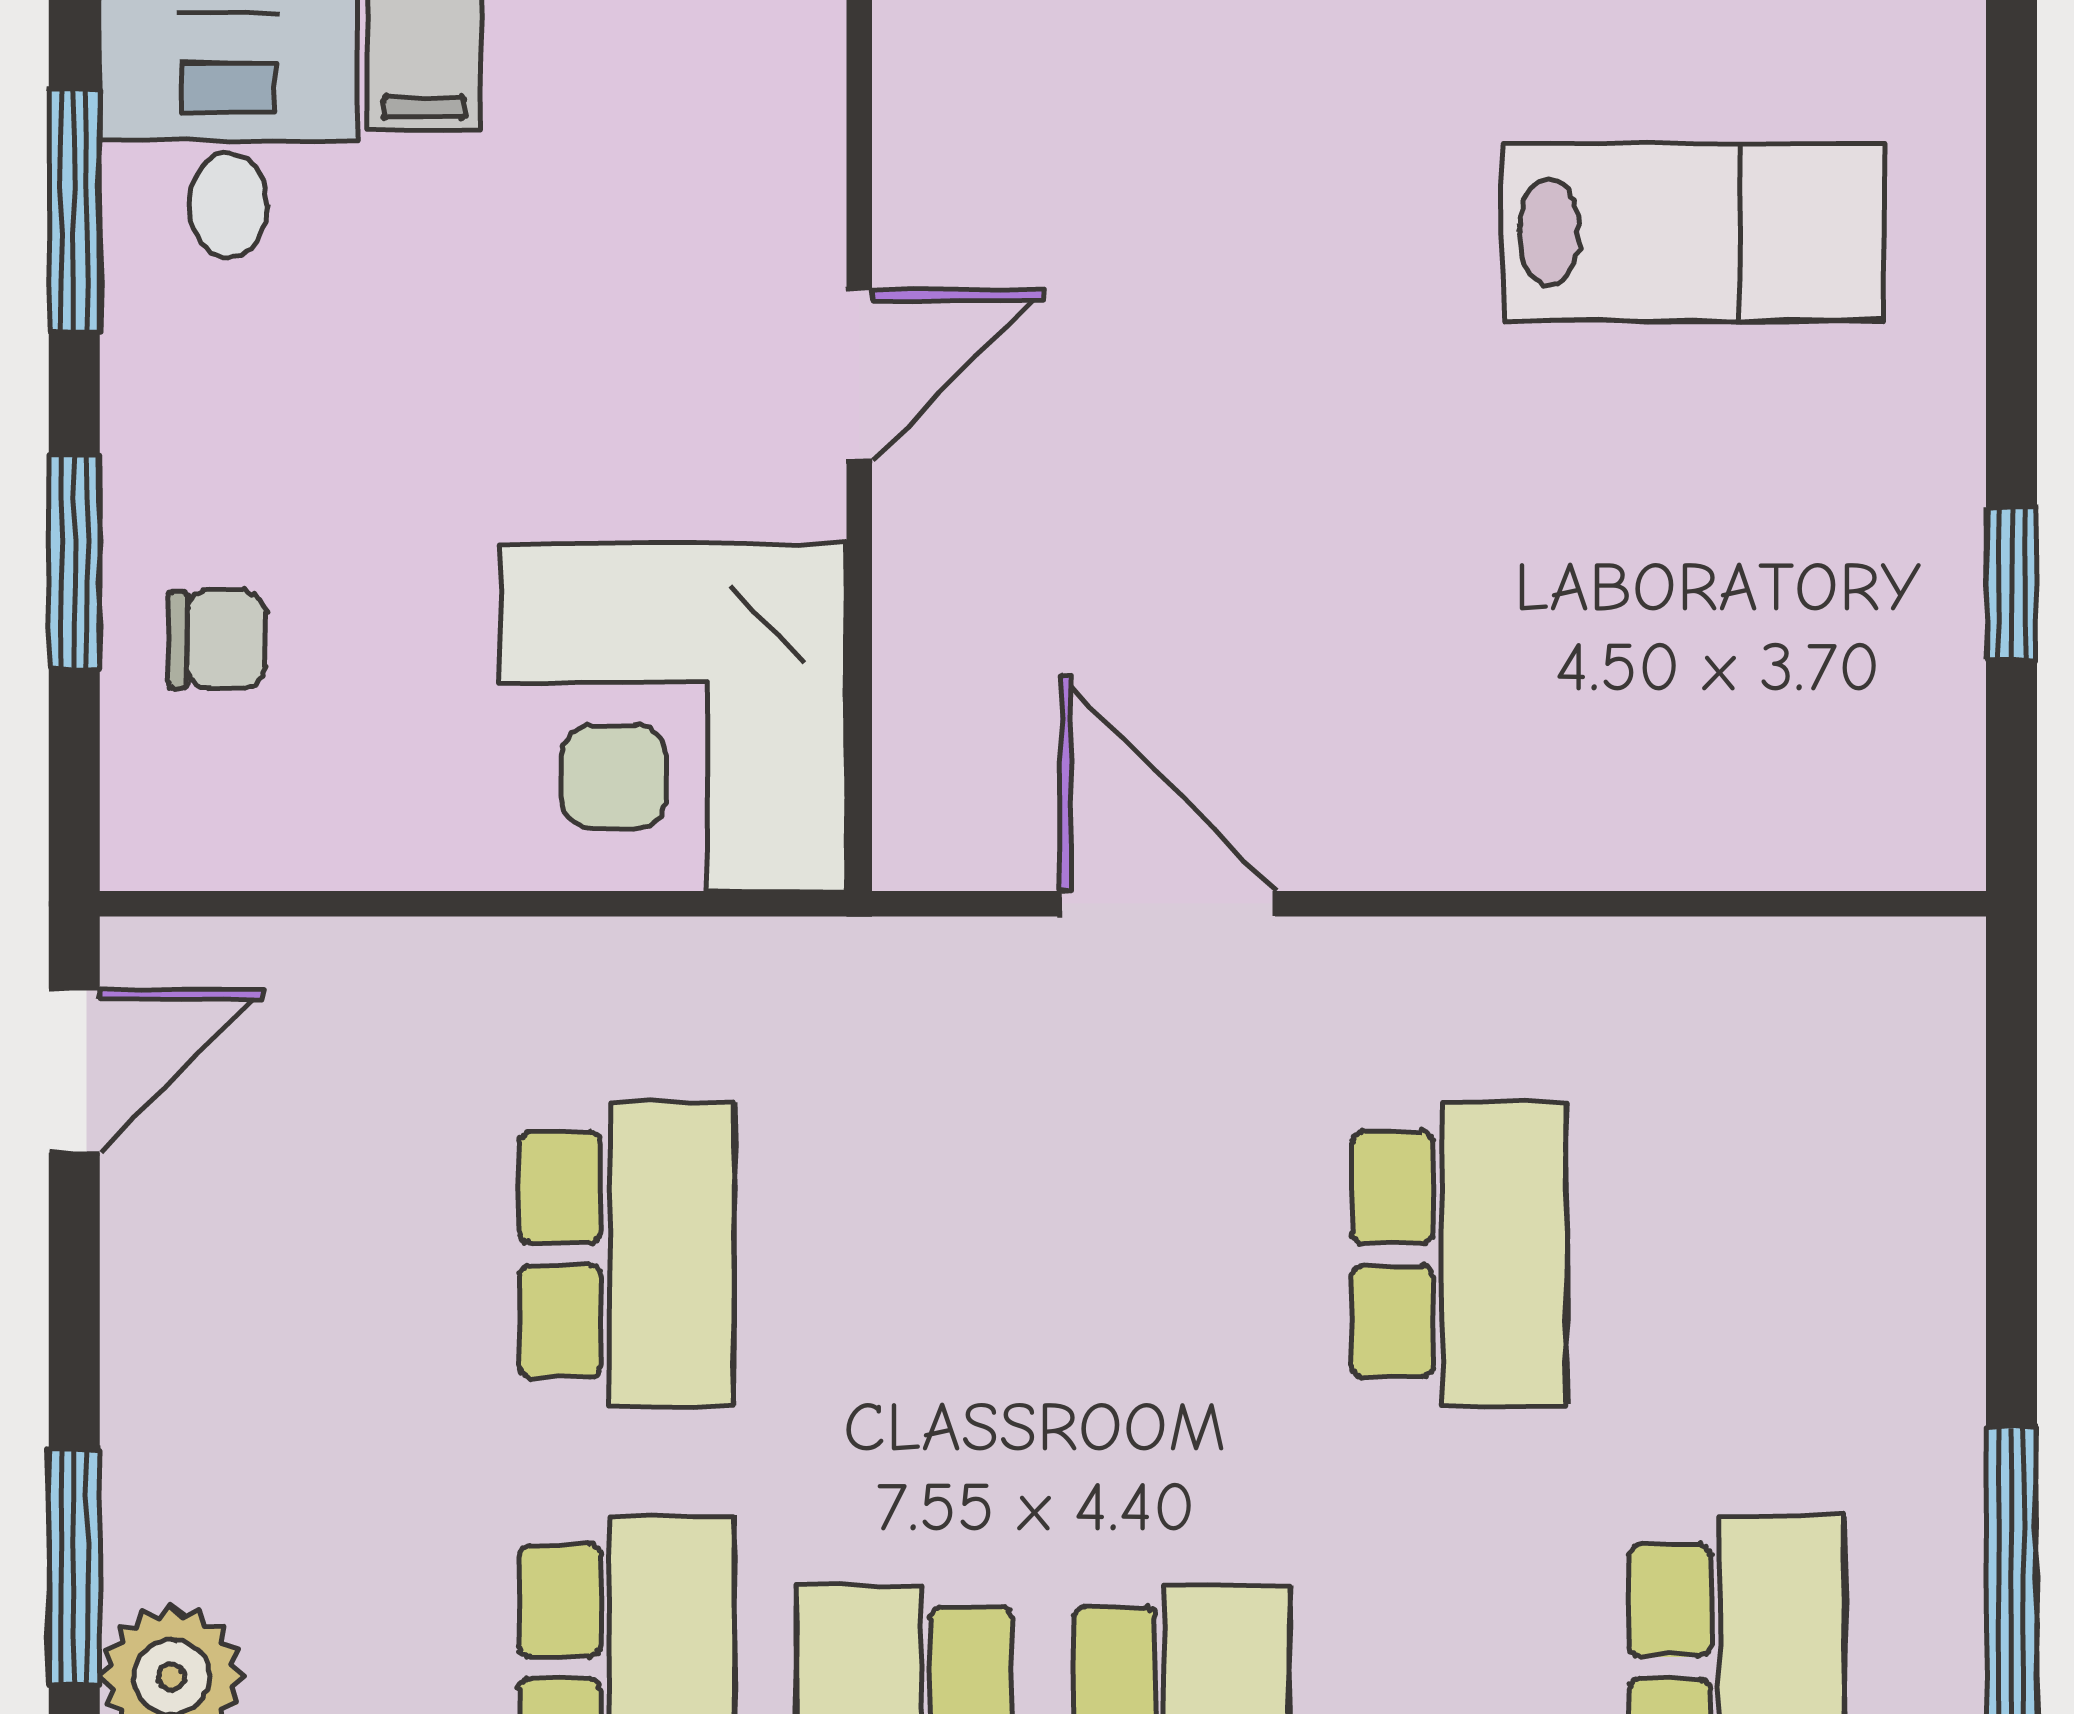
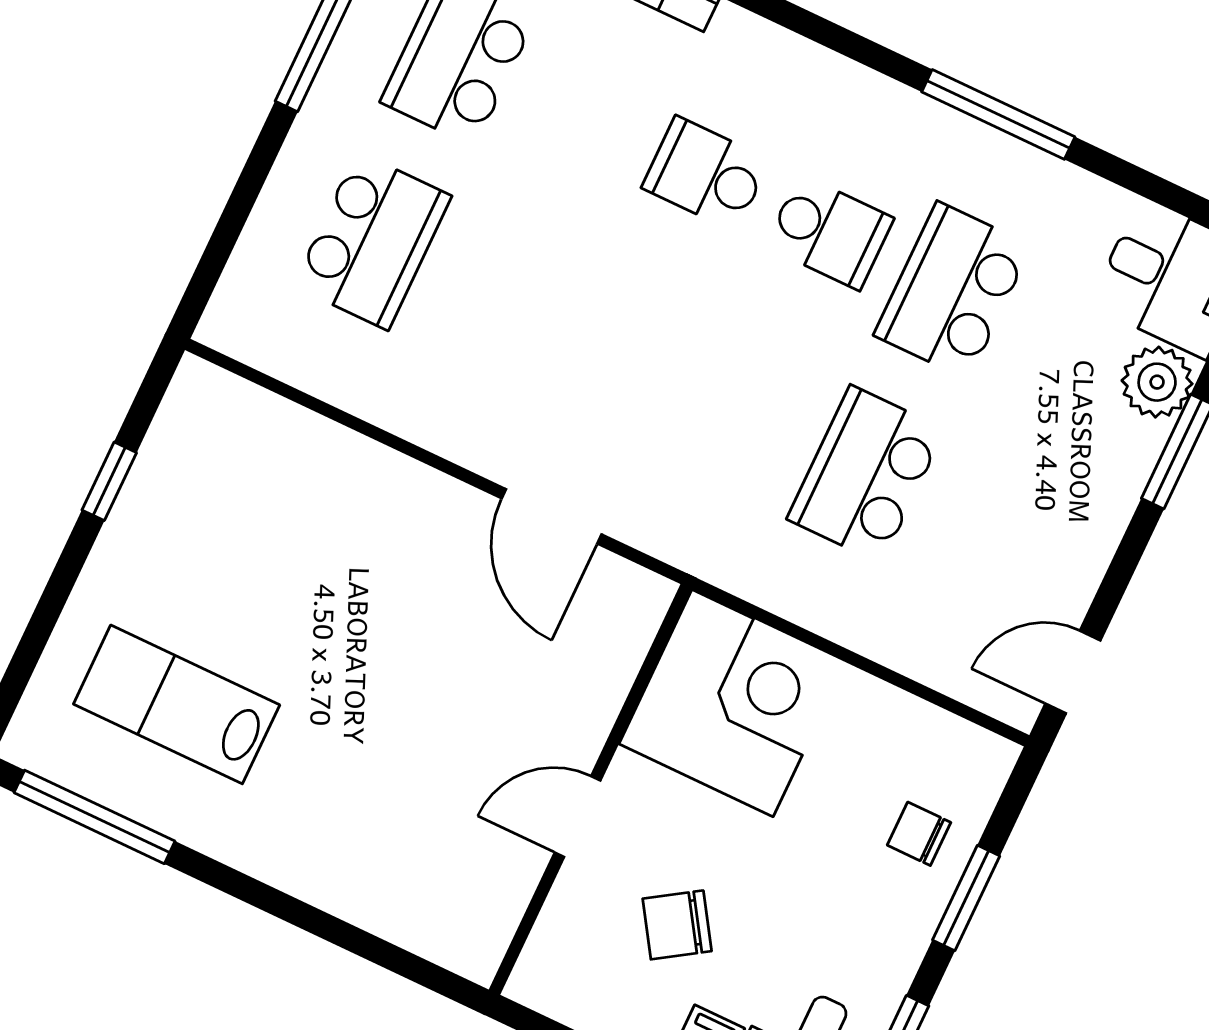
chair: (582, 262) -> (677, 925), added
school desk: (1459, 1254) -> (372, 241), moved, turned 180

